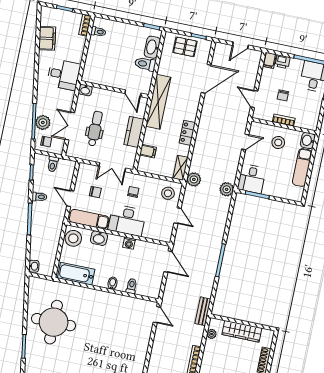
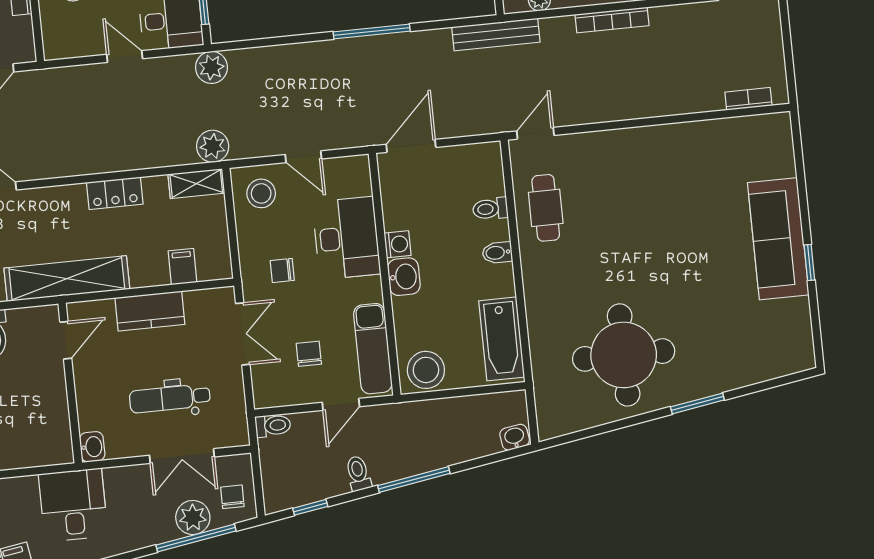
door: (245, 142) -> (125, 57), moved
toilet: (53, 164) -> (273, 426), moved
door: (178, 216) -> (303, 157), swing flipped
desk: (127, 220) -> (346, 238), moved
washbasin: (99, 238) -> (404, 277), moved
cafe table: (125, 309) -> (546, 208), added
bench: (203, 311) -> (496, 35), width x1.36

